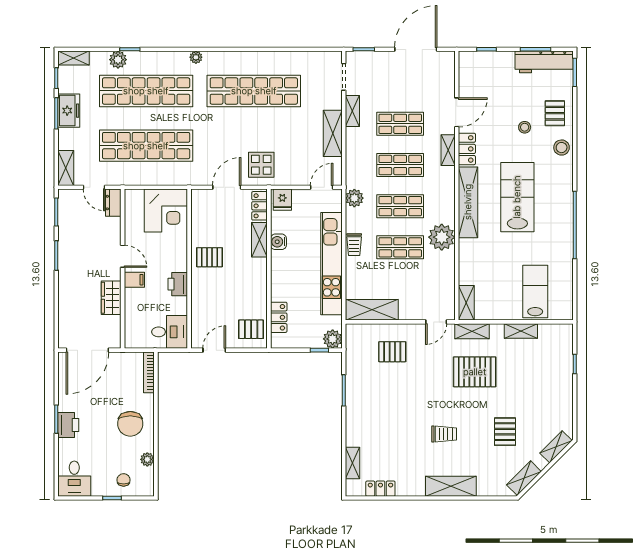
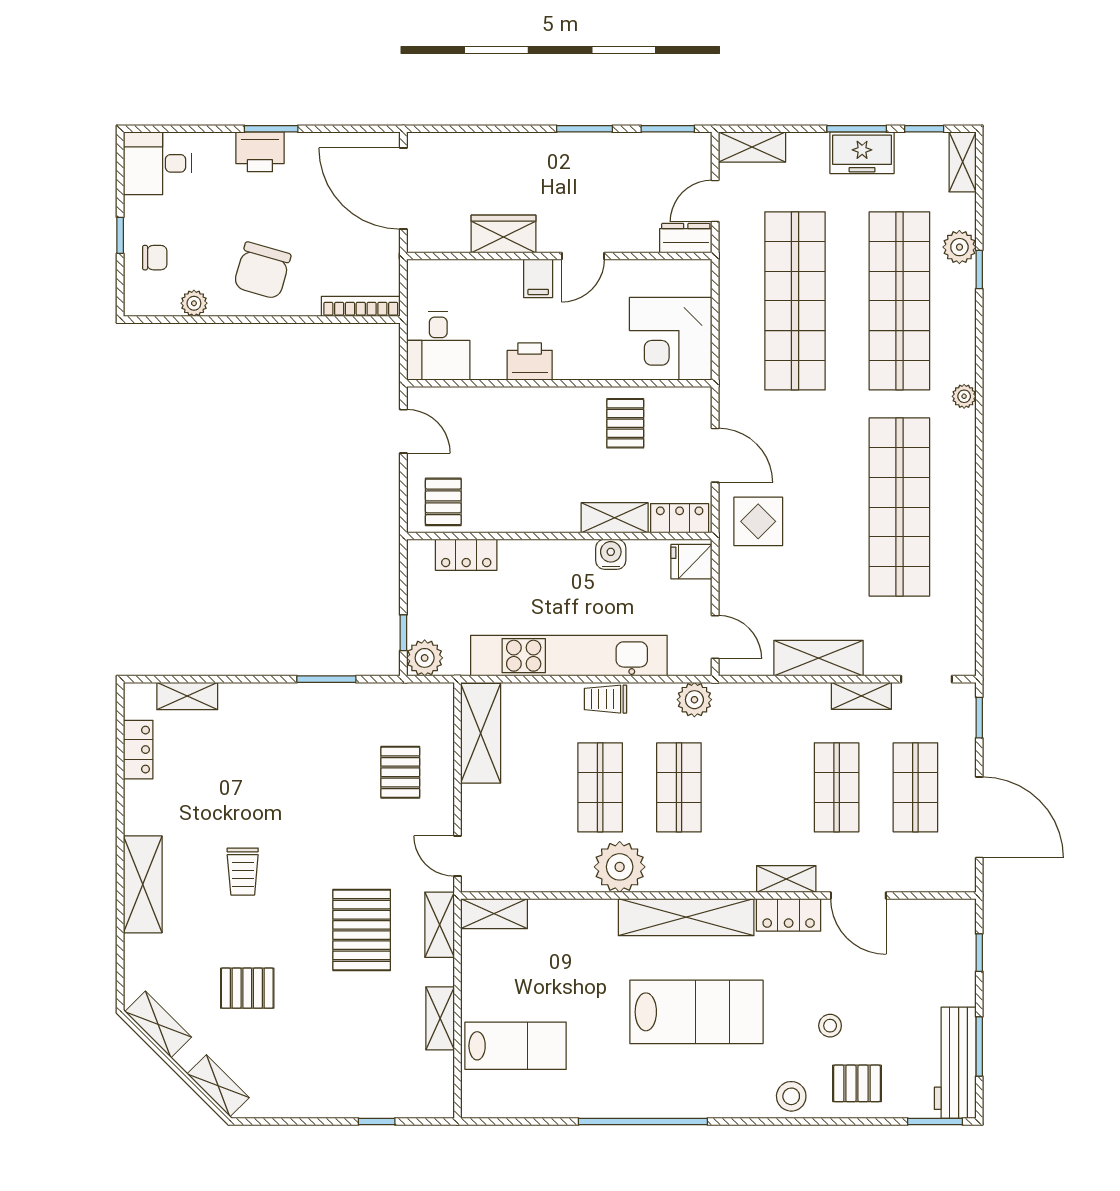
shop shelf: (400, 165) -> (915, 787), moved
pallet: (209, 257) -> (625, 423), moved
chair: (130, 424) -> (262, 271), turned -74

